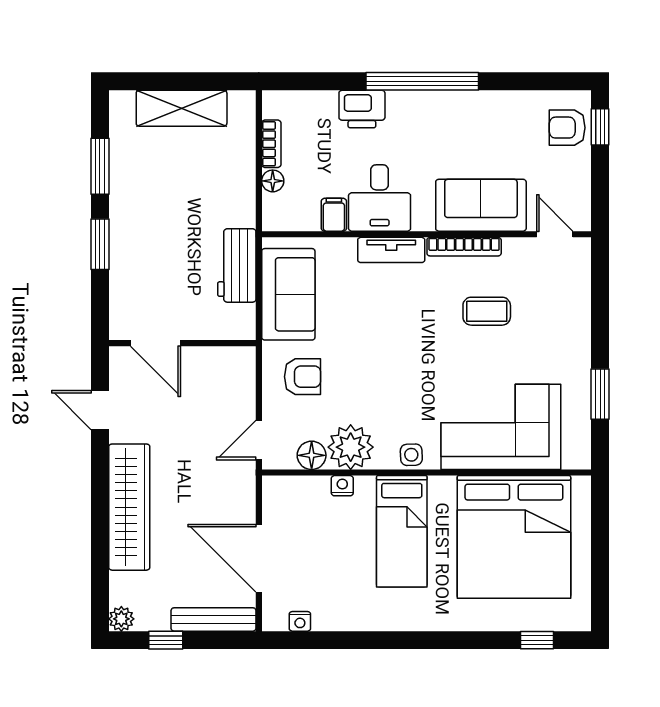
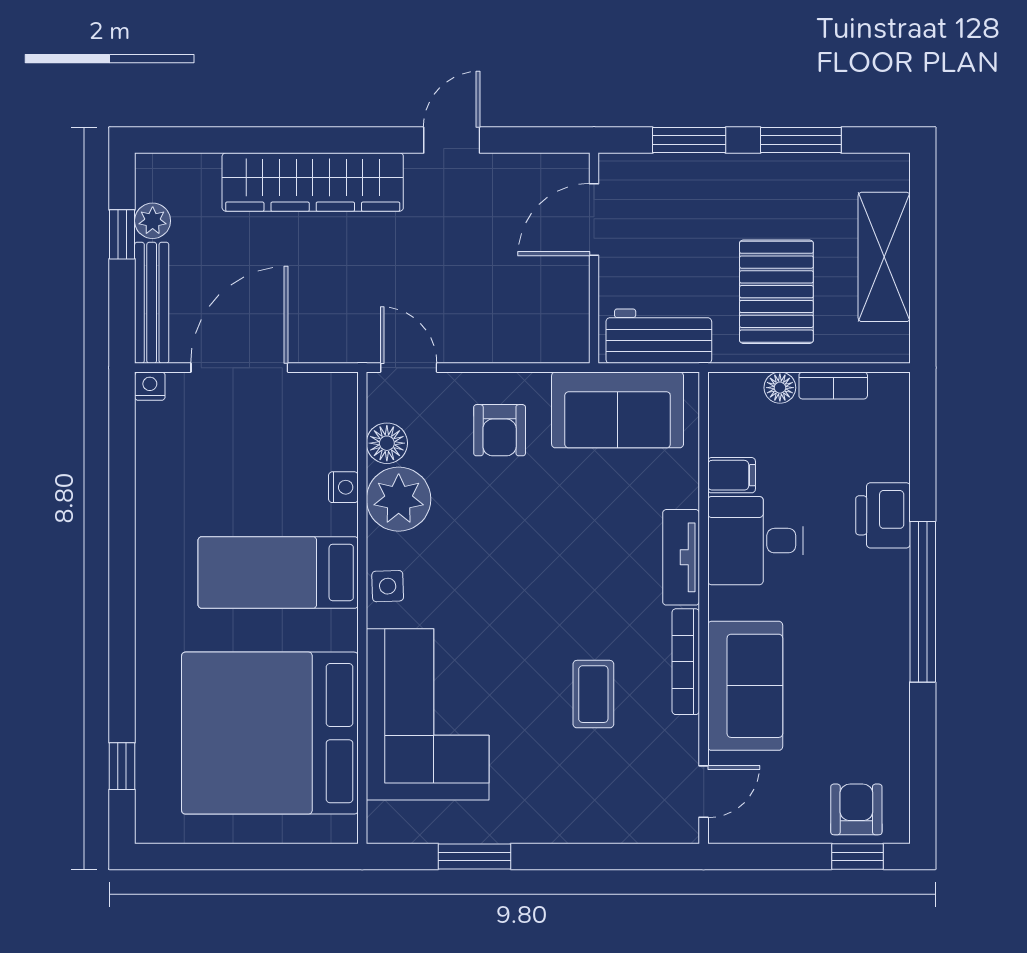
pallet: (206, 183) -> (776, 292), added
door: (155, 343) -> (594, 220), moved
wall: (182, 343) -> (594, 258), moved
plant: (121, 619) -> (153, 221), moved
nightstand: (300, 621) -> (150, 386), moved, turned 90

